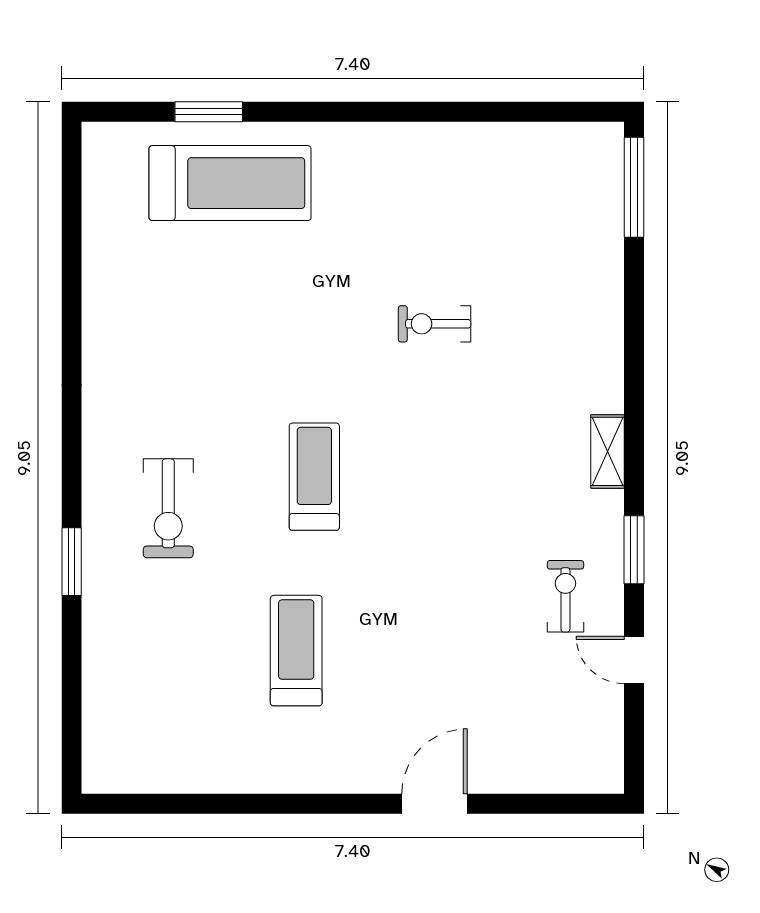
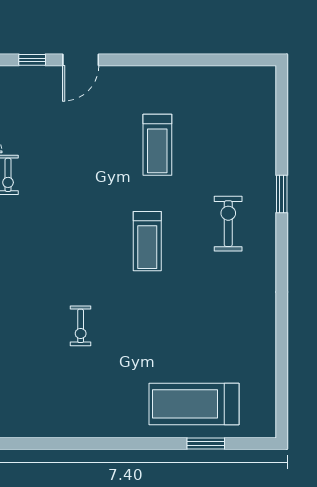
exercise bike: (435, 324) -> (81, 326), turned 90
window: (522, 804) -> (32, 60), added

